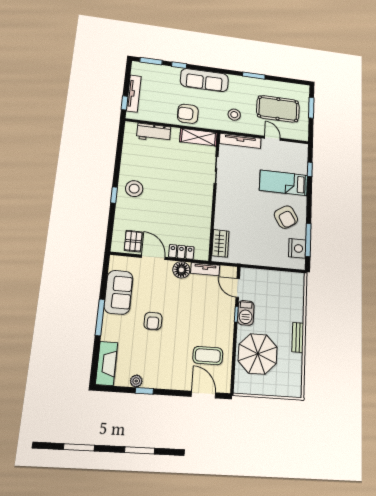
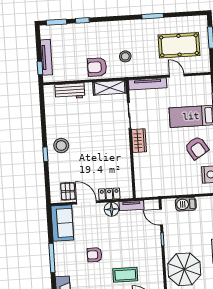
sofa: (204, 80) -> (107, 31), removed
stool: (234, 115) -> (125, 56), moved
wardrobe: (220, 243) -> (139, 141), moved
sofa: (119, 292) -> (62, 223), moved
barbecue: (246, 313) -> (186, 204), moved, turned 90
armchair: (153, 321) -> (95, 255), turned 90
coffee table: (208, 356) -> (125, 275), moved

